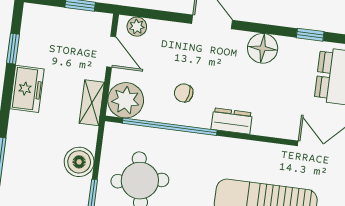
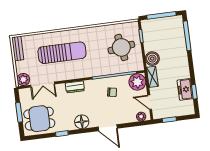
freezer: (27, 89) -> (185, 89), moved
dresser: (232, 121) -> (75, 87), moved
boiler: (79, 162) -> (152, 59), moved

